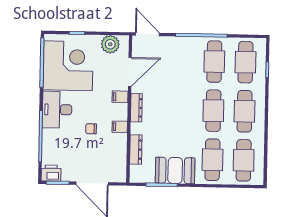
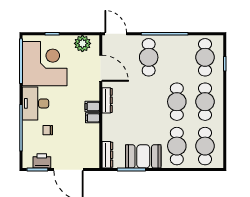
cafe table: (214, 62) -> (149, 57), moved
door: (130, 72) -> (101, 68), hinge flipped
filing cabinet: (120, 97) -> (92, 107), moved
chair: (91, 129) -> (48, 130), moved
dresser: (136, 150) -> (107, 155), moved
printer: (51, 173) -> (42, 161), moved

